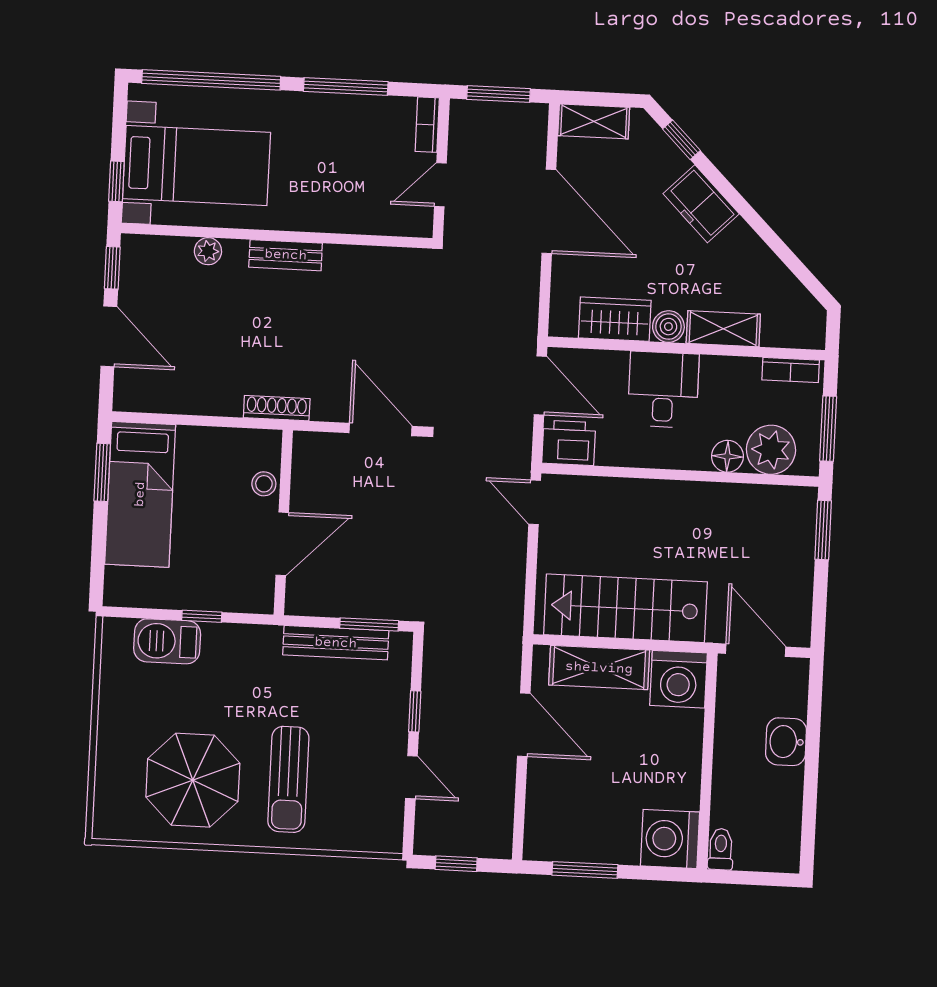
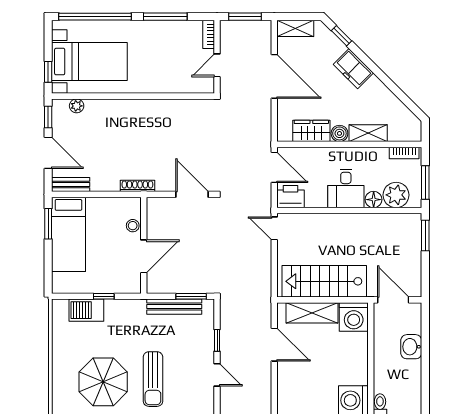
plant: (208, 251) -> (77, 106), moved
bench: (286, 255) -> (71, 185), moved
desk: (663, 390) -> (346, 188), moved, turned 180

